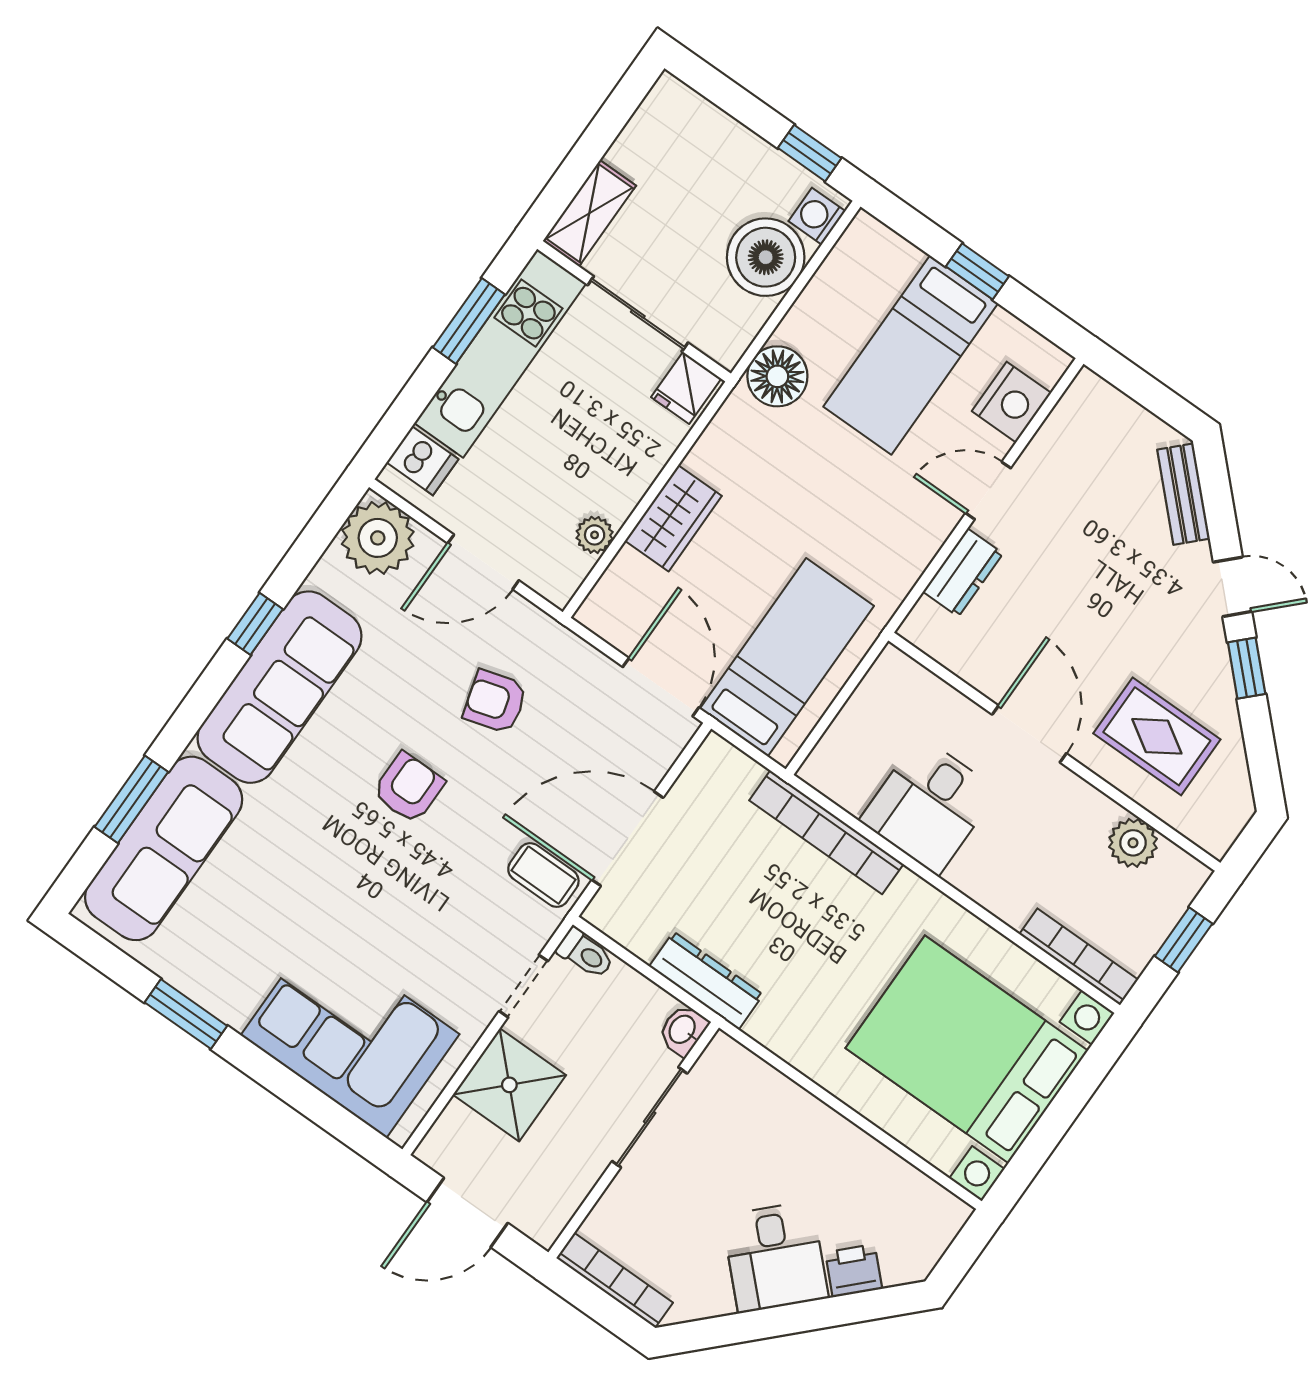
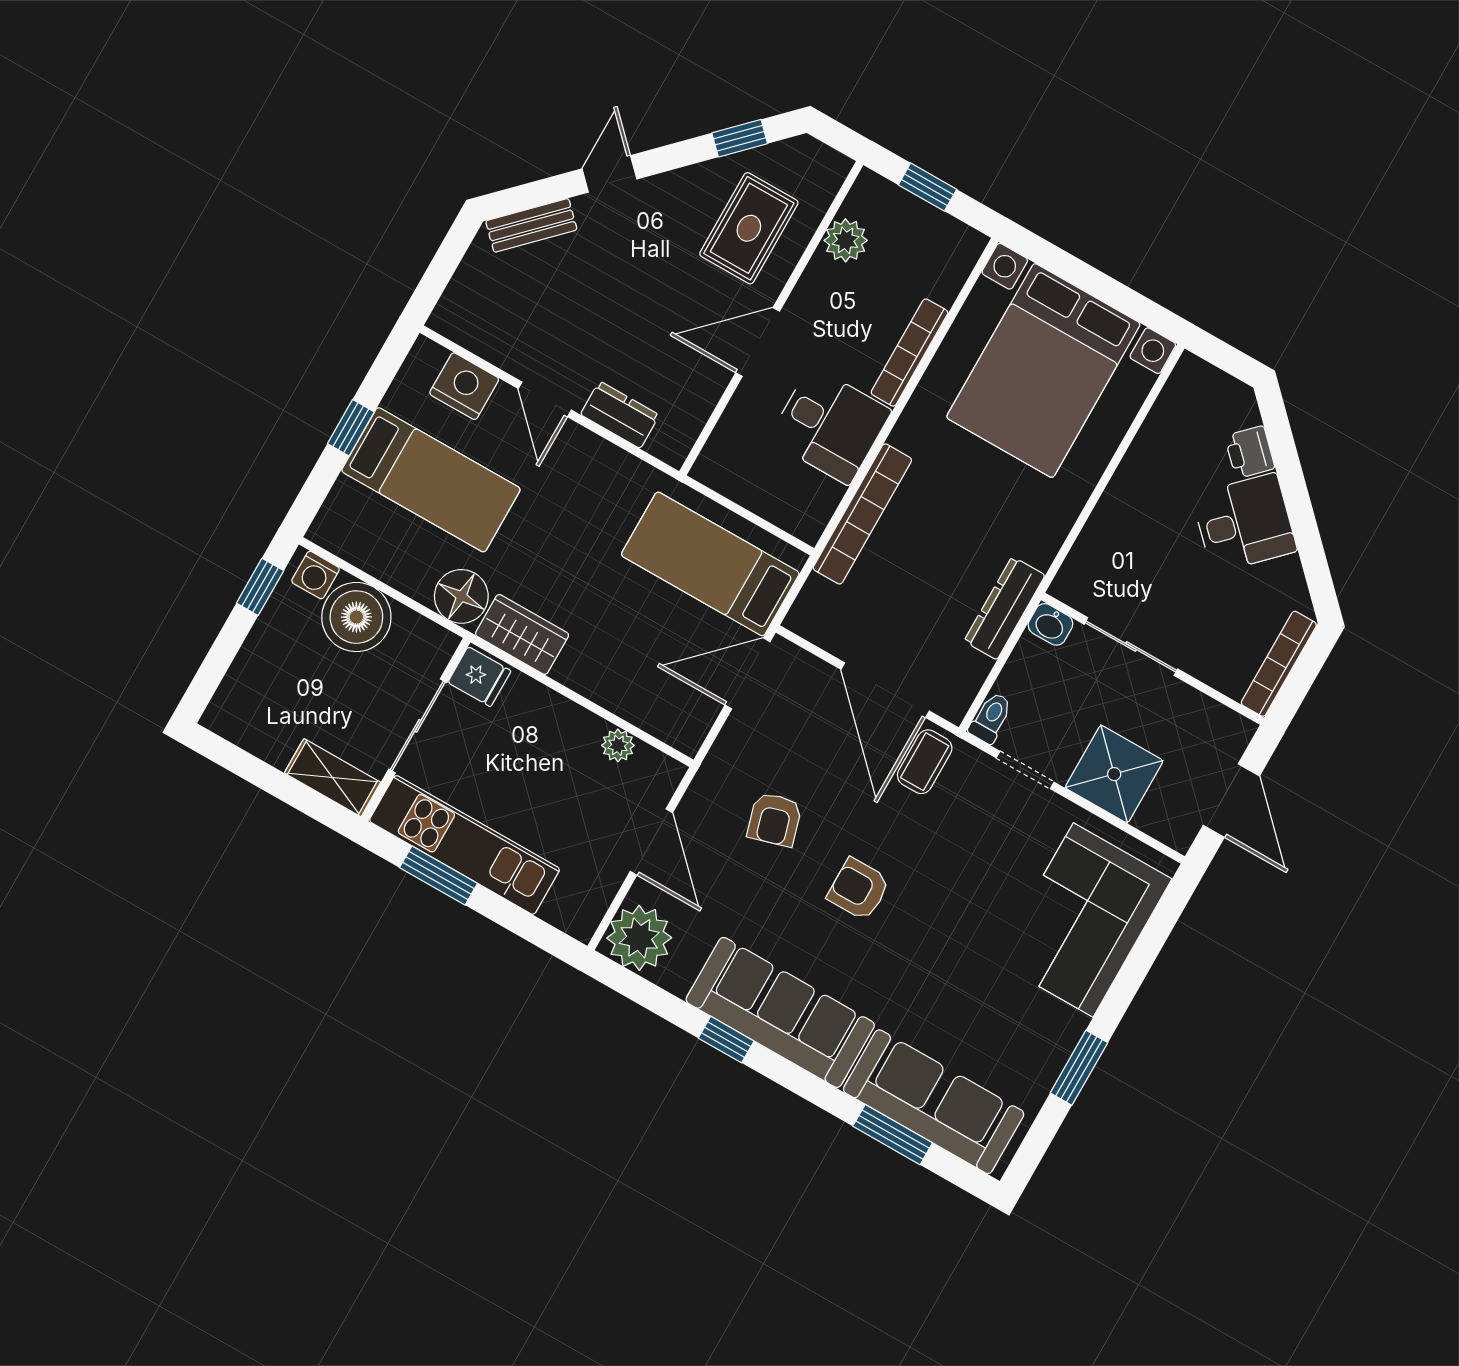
dishwasher: (422, 461) -> (567, 905), removed
wardrobe: (673, 518) -> (522, 634), moved
window: (1247, 668) -> (740, 138), moved
bookcase: (1079, 957) -> (910, 353), moved

